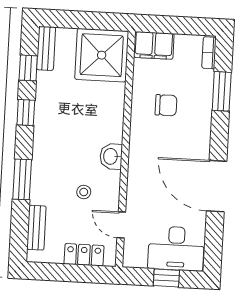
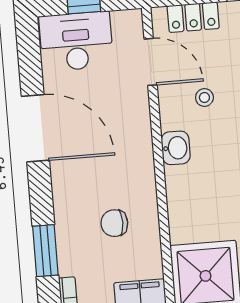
door: (121, 225) -> (151, 62), width x1.38

